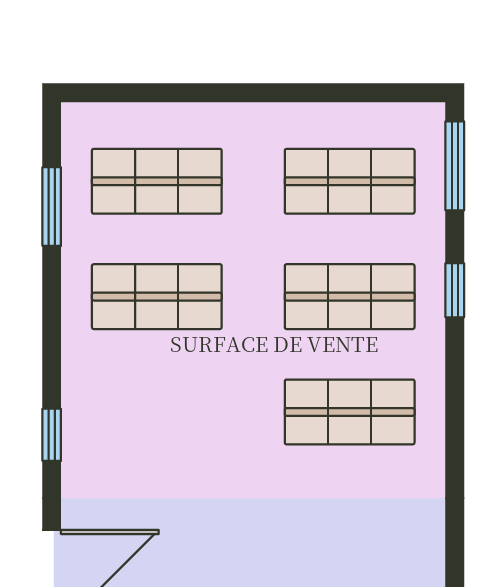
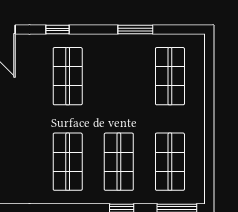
window: (52, 207) -> (135, 30), moved
shop shelf: (157, 297) -> (68, 76), moved

